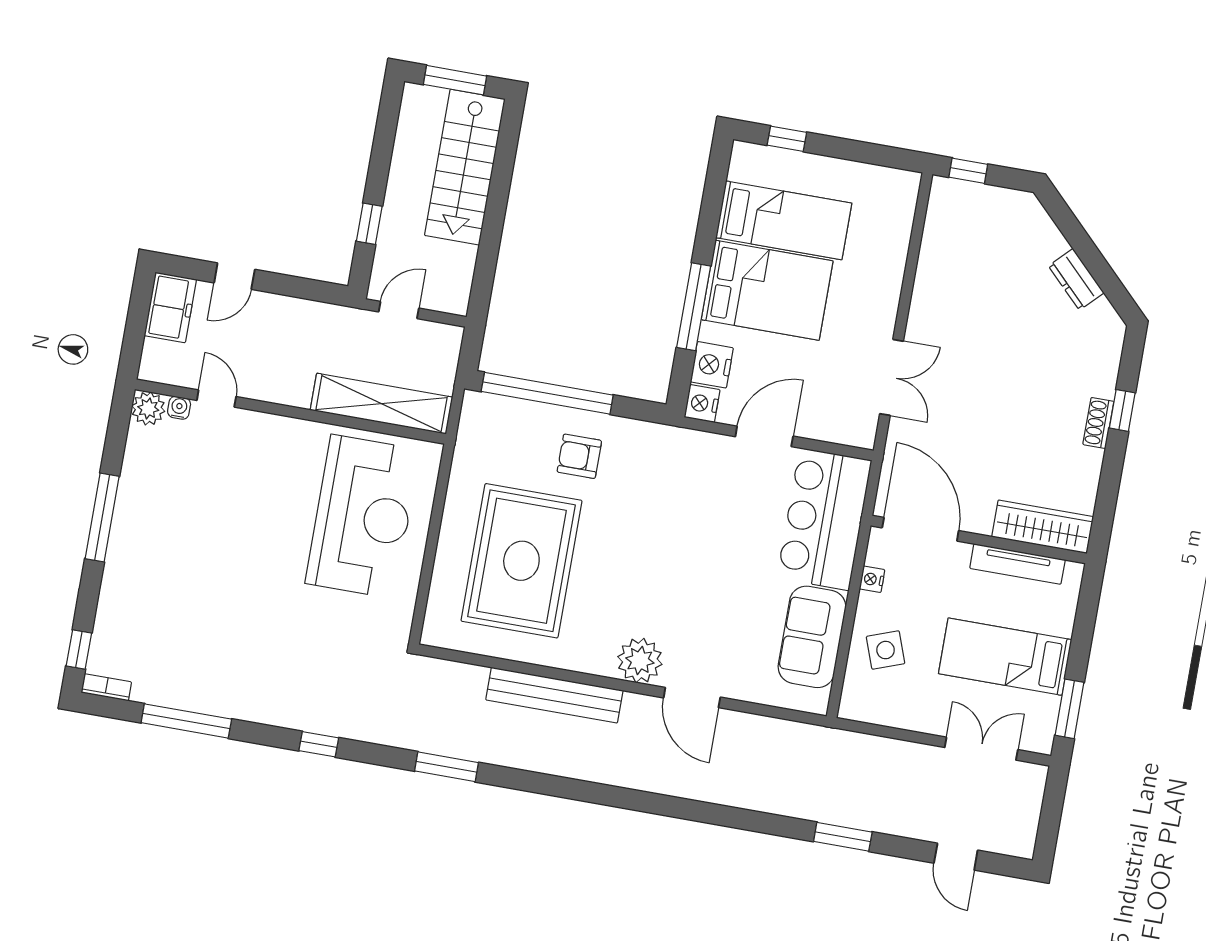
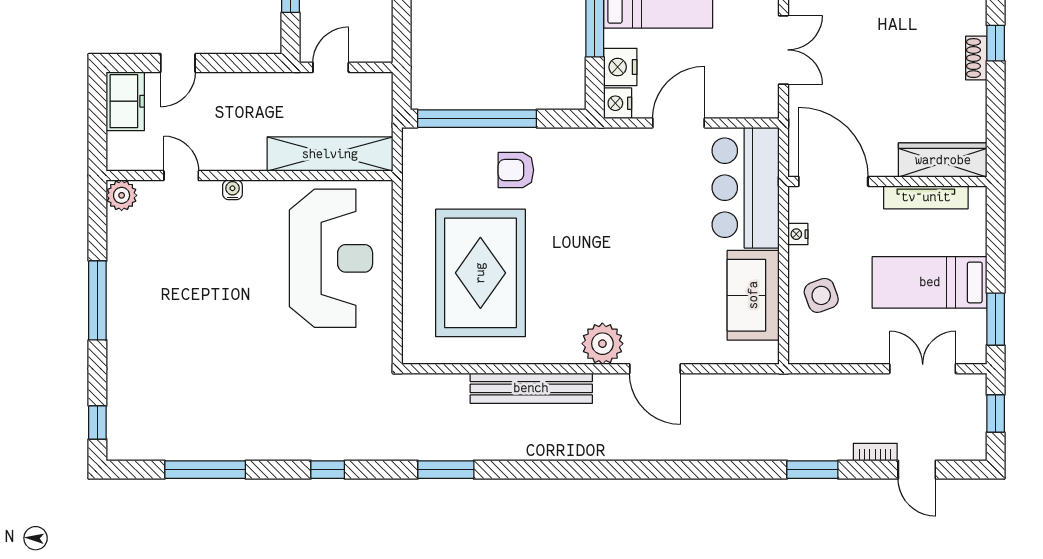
water cooler: (179, 408) -> (232, 190), moved
bookcase: (106, 687) -> (875, 452), moved
window: (1052, 811) -> (996, 414), added

